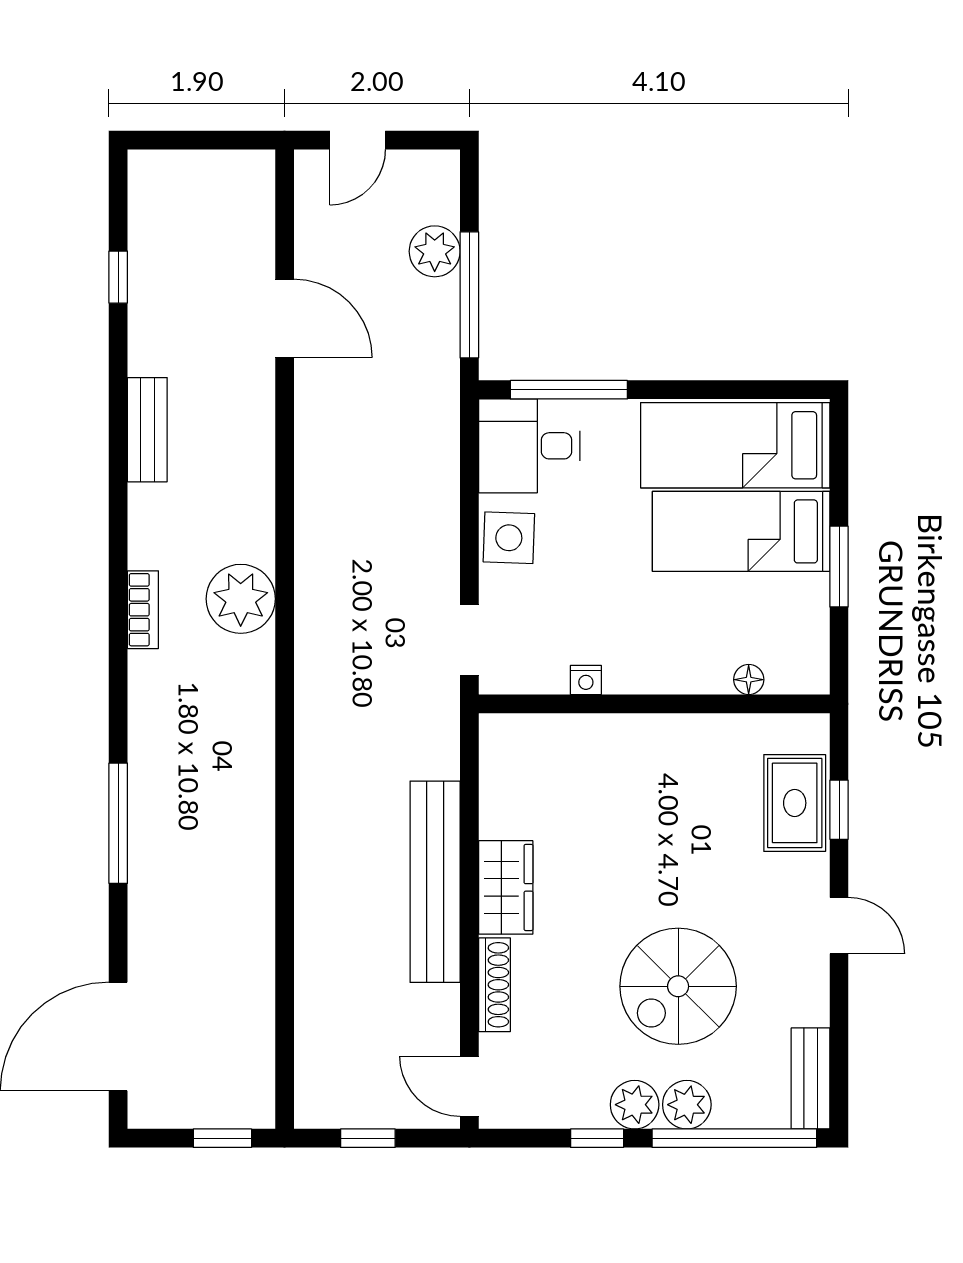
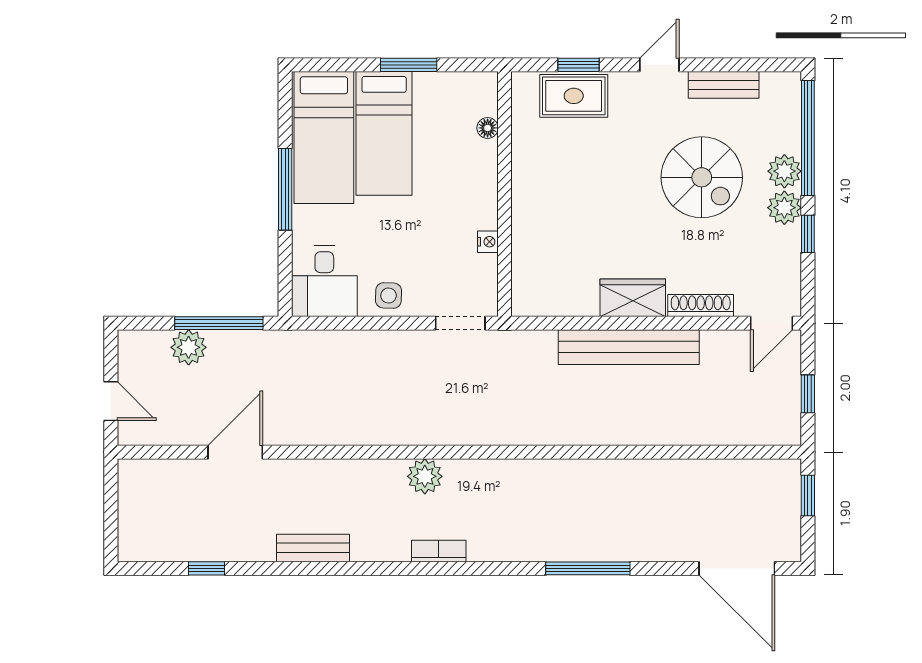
window: (569, 390) -> (285, 189), moved
side table: (509, 538) -> (389, 295), width x0.73, depth x0.73
plant: (241, 599) -> (425, 476), width x0.73, depth x0.73
bench: (810, 1078) -> (724, 85), moved

